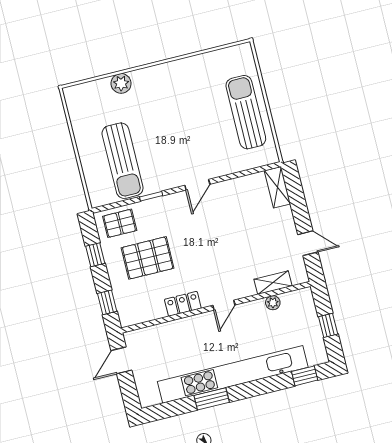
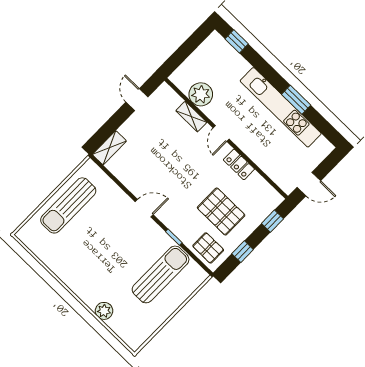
shelving: (273, 283) -> (191, 116), moved
plant: (273, 303) -> (201, 94), width x1.87, depth x1.87
door: (224, 305) -> (221, 133), swing flipped
window: (328, 325) -> (188, 47), removed
kitchen unit: (233, 374) -> (281, 107), width x0.73

